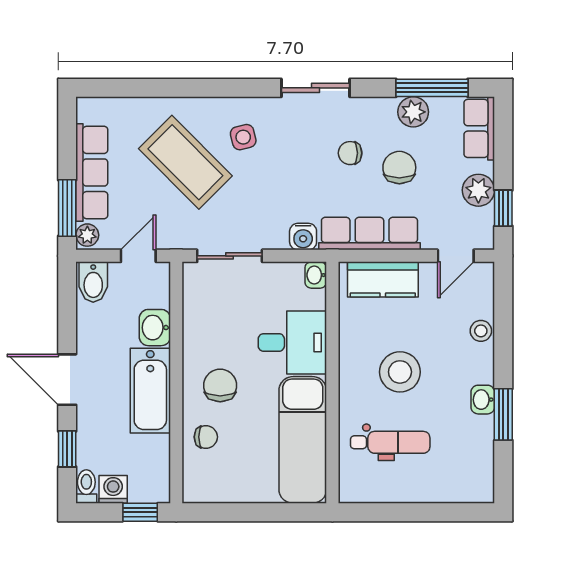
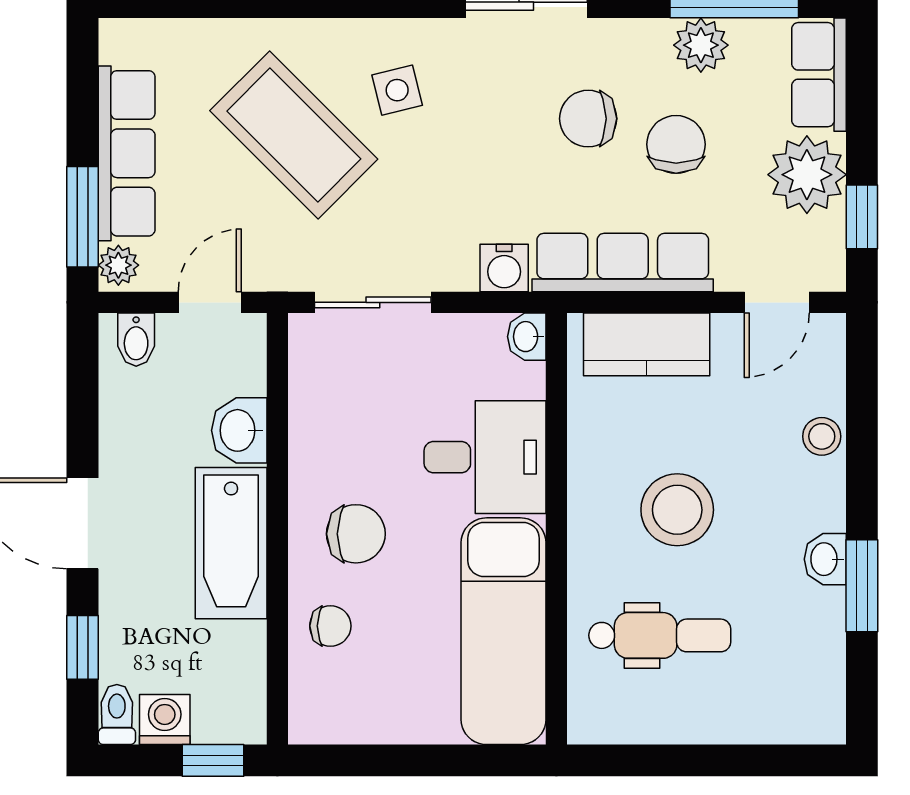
chair: (350, 153) -> (588, 119), width x1.37, depth x1.37
plant: (478, 190) -> (807, 175), width x1.36, depth x1.36
bidet: (93, 282) -> (136, 340), width x0.72, depth x0.74
chair: (220, 385) -> (356, 534), turned 90

